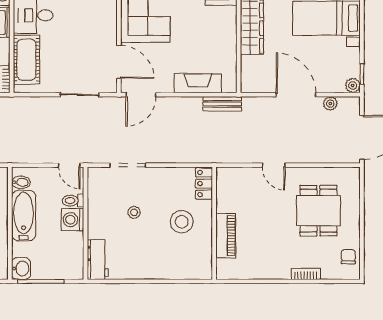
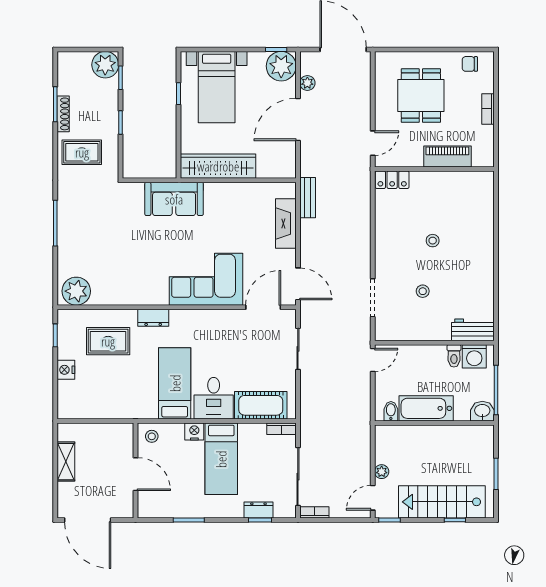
plant: (353, 85) -> (281, 66), width x1.87, depth x1.87
locker: (204, 184) -> (392, 180), moved
toilet: (73, 201) -> (454, 356), moved
dining table: (318, 211) -> (421, 96), turned 90
washing machine: (73, 220) -> (474, 356), moved
stool: (182, 222) -> (433, 241), width x0.53, depth x0.53
wall: (214, 223) -> (434, 169), moved
piano: (226, 236) -> (447, 157), moved

